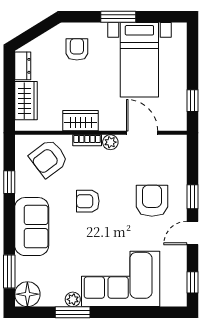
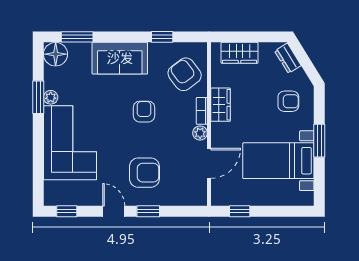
dresser: (23, 66) -> (288, 58), moved, turned 58

